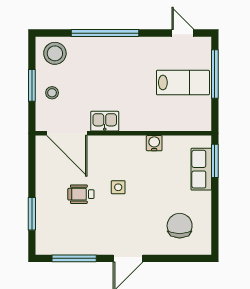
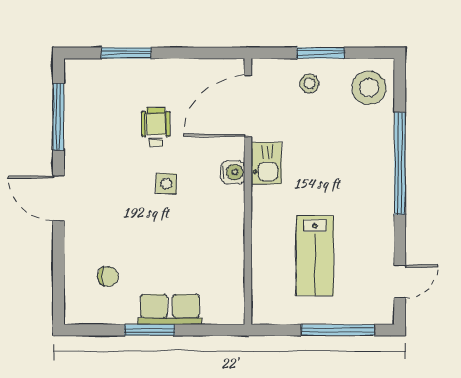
lab bench: (183, 83) -> (315, 256), moved
water cooler: (154, 143) -> (233, 172), moved
window: (215, 161) -> (150, 330), moved
row of seats: (201, 169) -> (170, 309), moved
chair: (180, 226) -> (108, 277), width x0.54, depth x0.54

